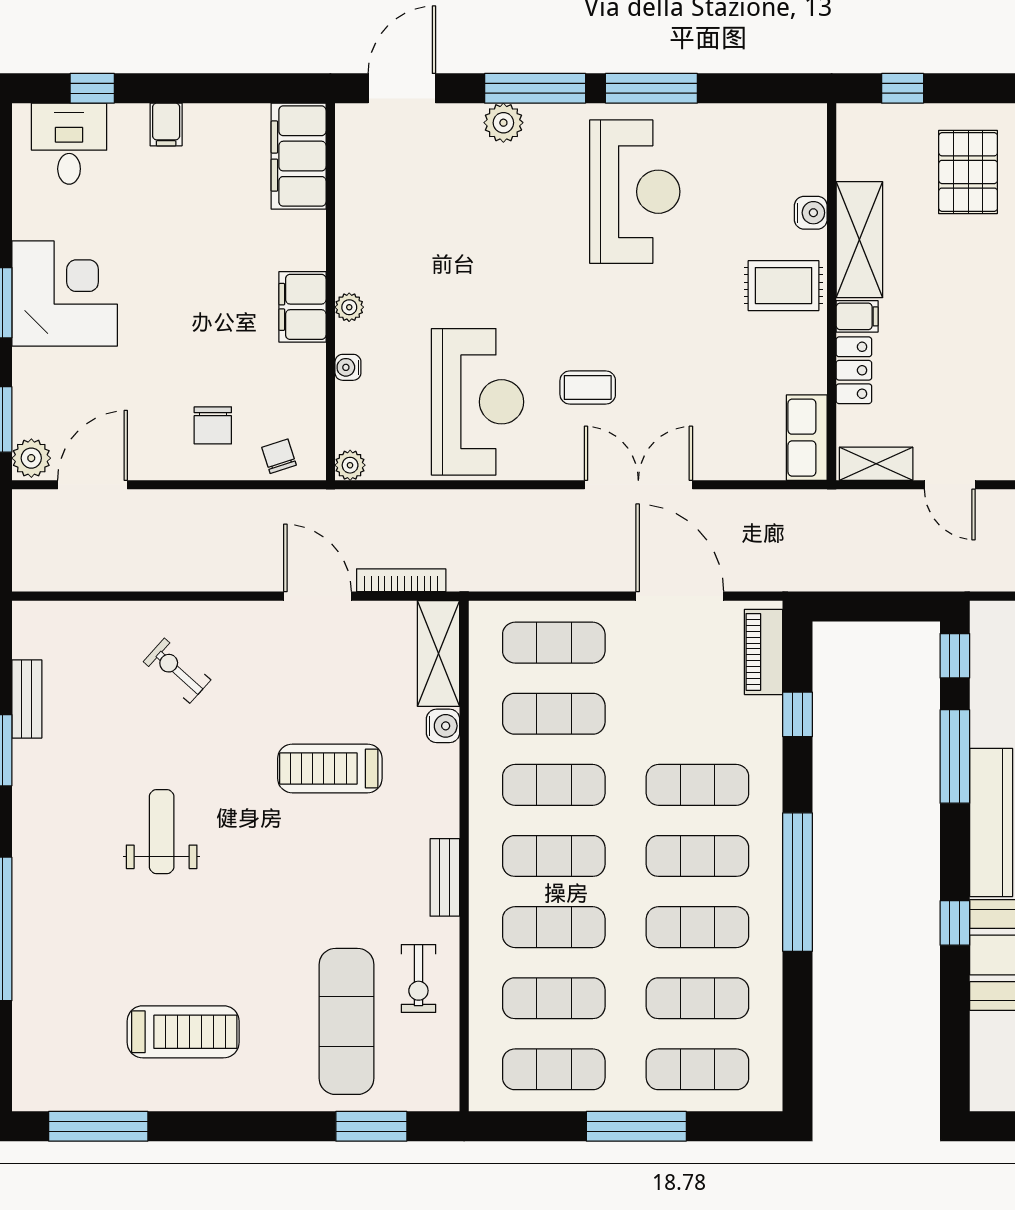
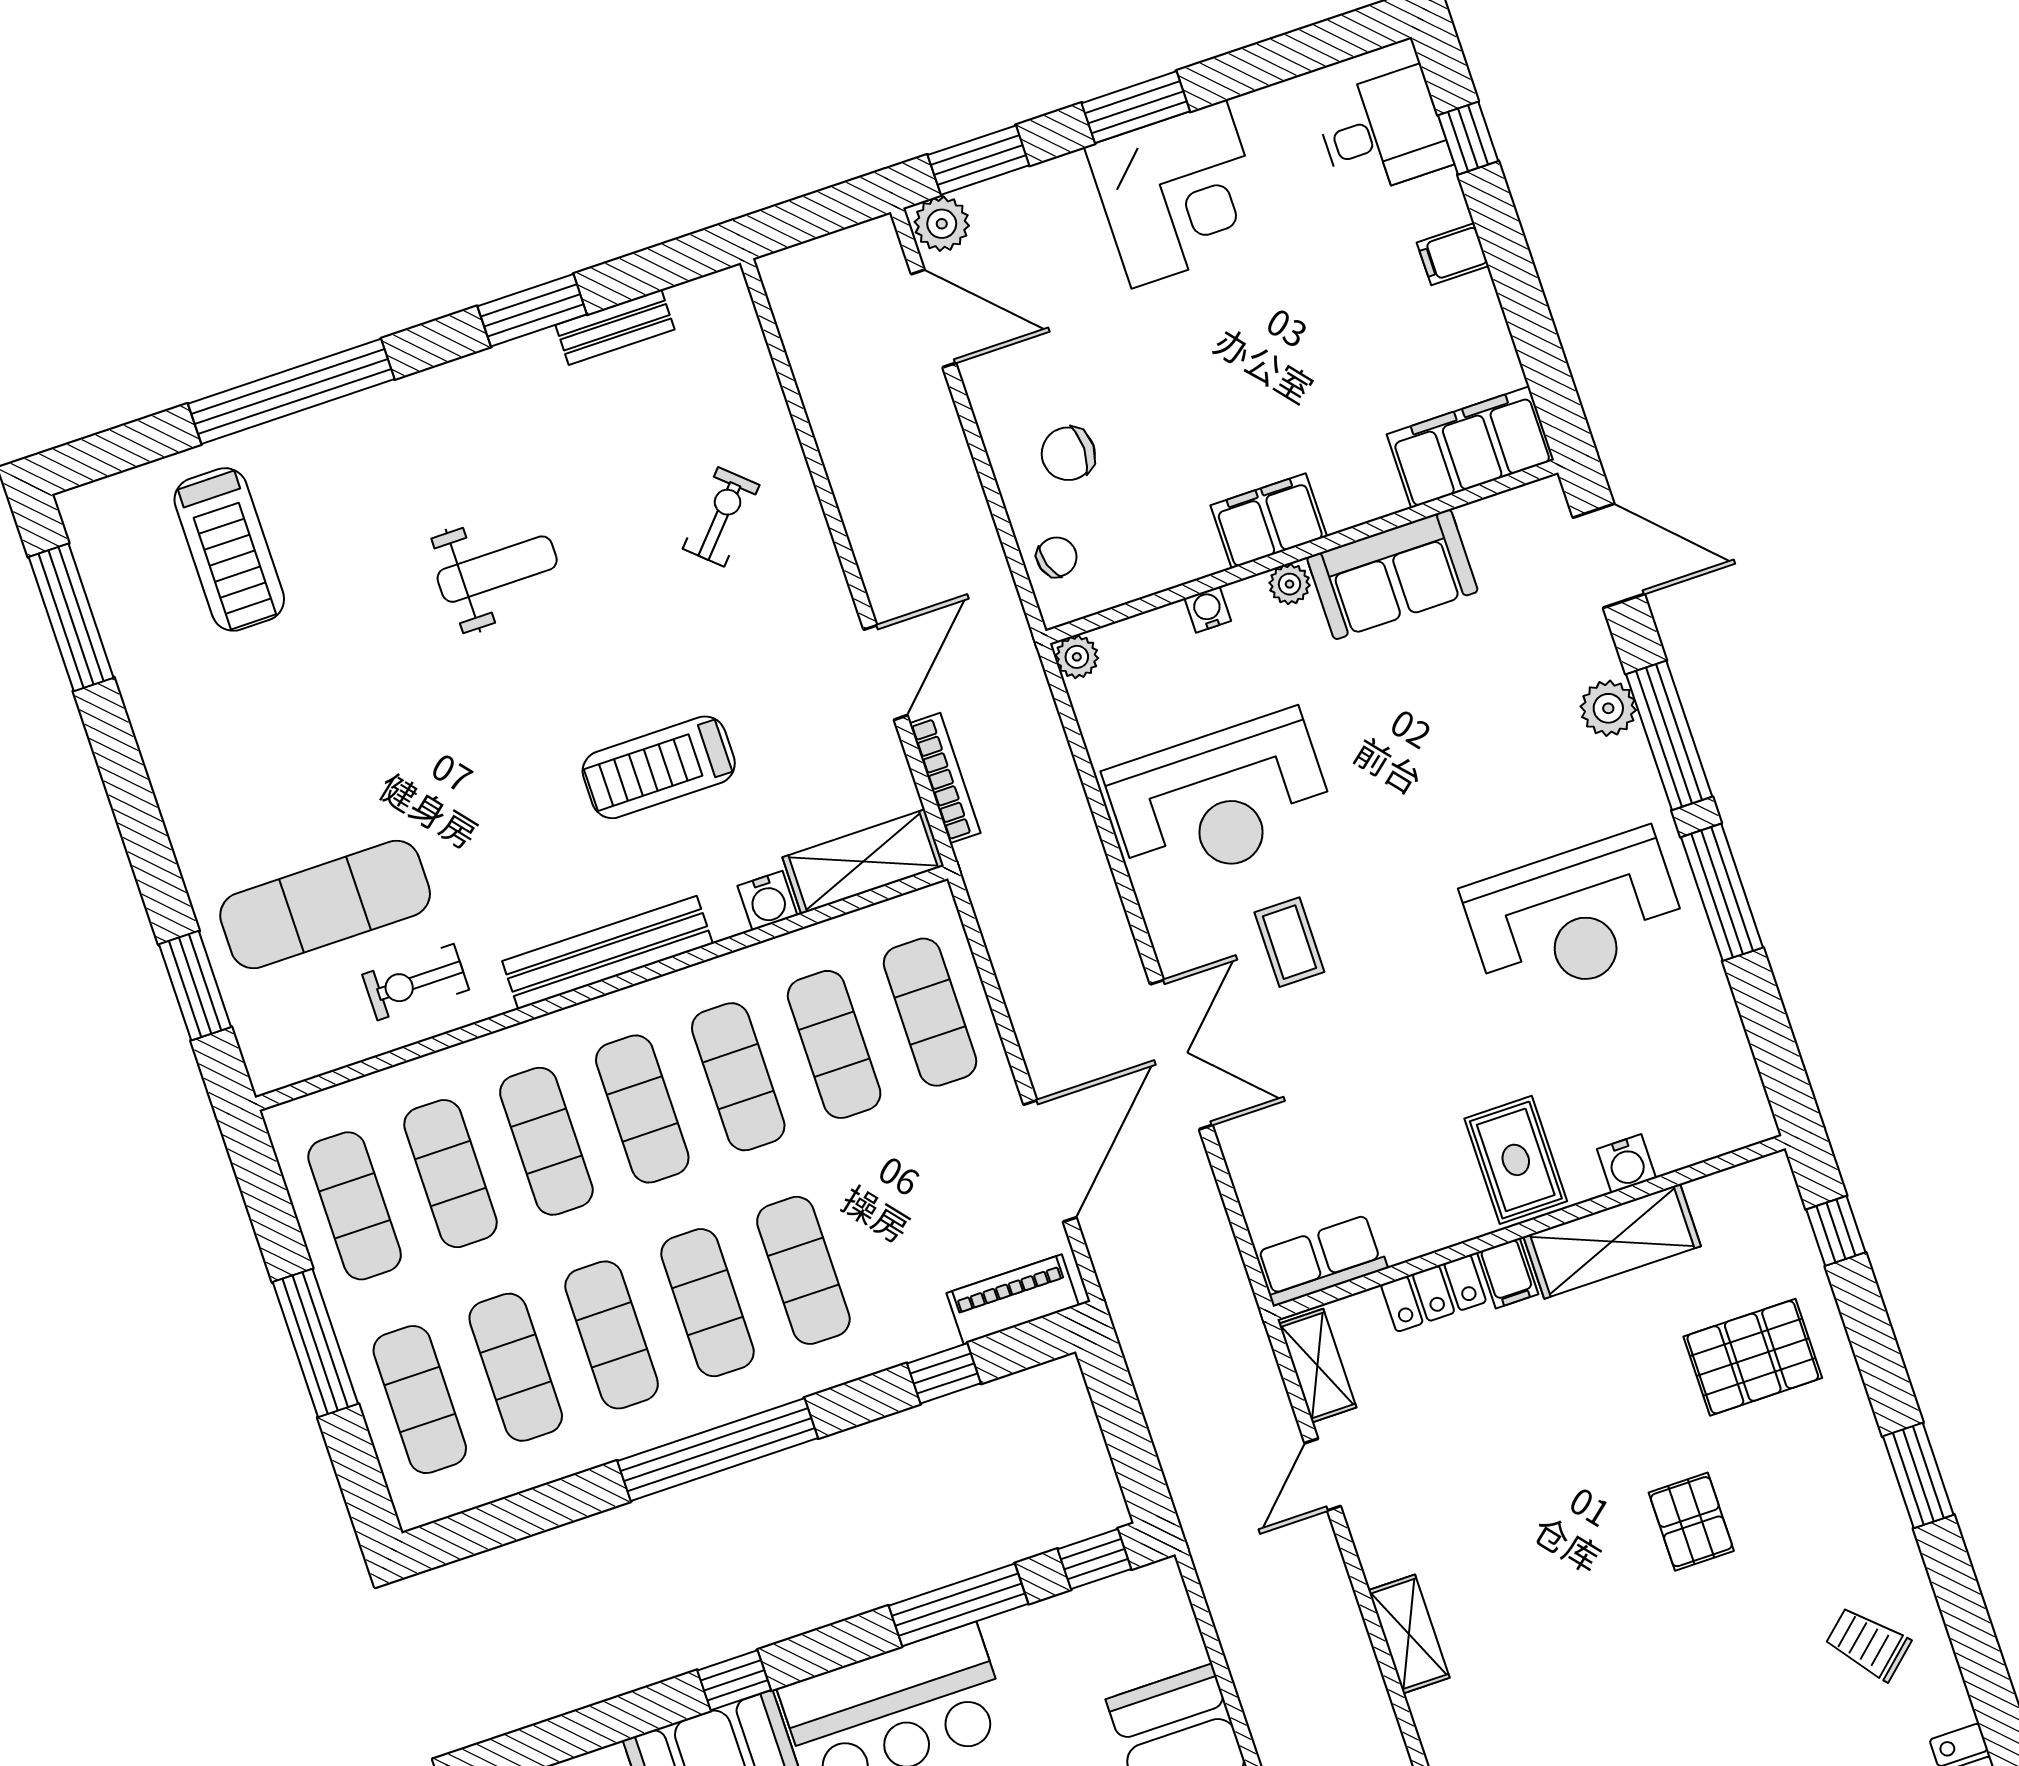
sofa: (366, 237) -> (1392, 574), added
treadmill: (330, 768) -> (659, 767), turned -90
bench: (445, 877) -> (608, 952), width x1.86, depth x1.21
treadmill: (183, 1032) -> (229, 549), moved

